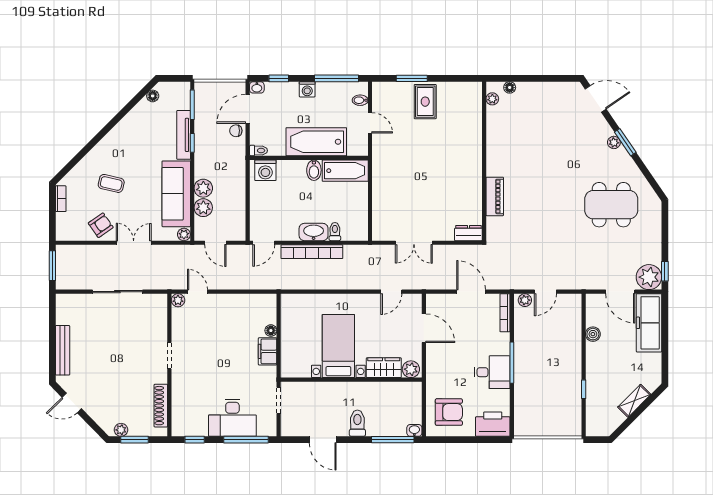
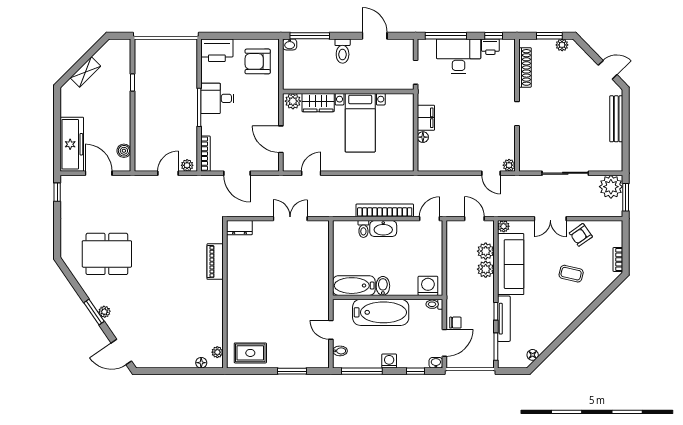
rug: (425, 102) -> (250, 353), moved, turned 90
plant: (649, 277) -> (611, 187), moved
boiler: (593, 334) -> (124, 151), moved
printer: (198, 428) -> (490, 47), added

